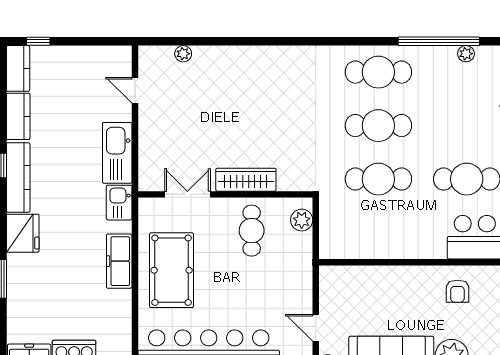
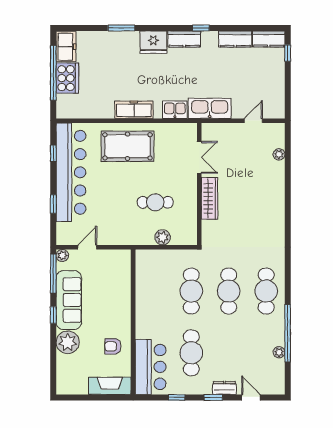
kitchen counter: (18, 178) -> (184, 39), width x0.67
wardrobe: (246, 180) -> (210, 198), moved
double door: (187, 194) -> (199, 157), moved
wall: (225, 194) -> (199, 184), moved

